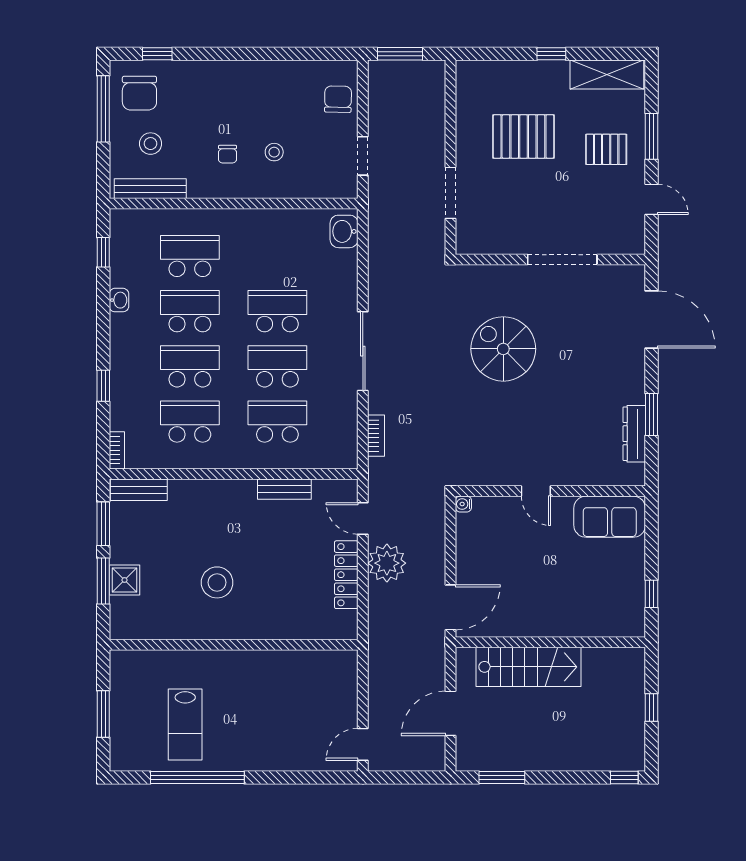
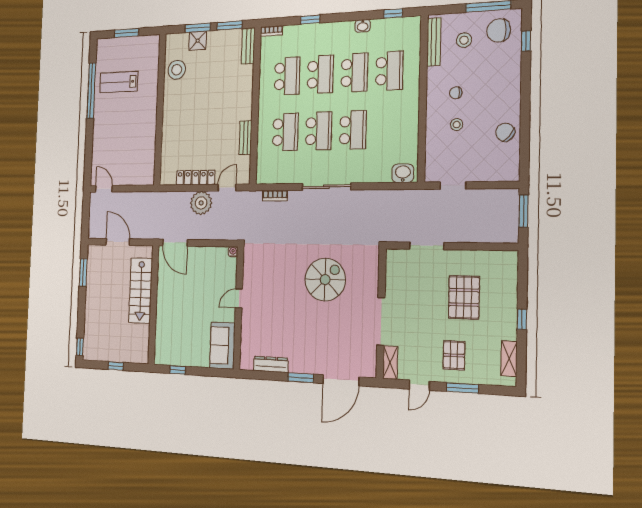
shelving: (607, 74) -> (509, 359), width x0.67, depth x0.75
chair: (338, 99) -> (505, 132), moved, turned -141
shelving: (621, 244) -> (390, 363), added
window: (652, 415) -> (301, 378), moved
stool: (217, 582) -> (177, 70), moved

